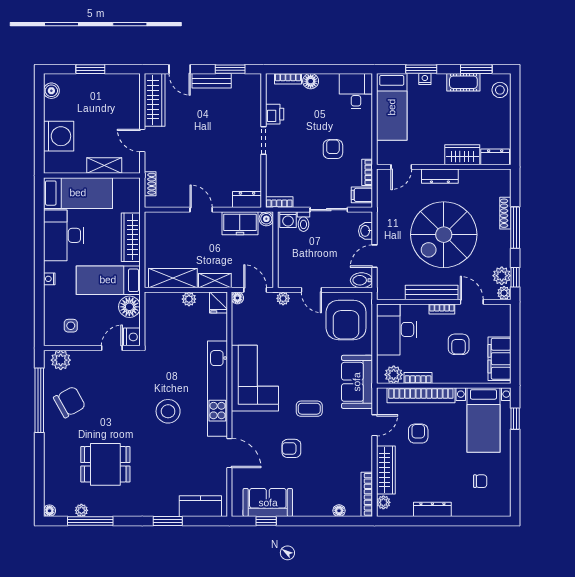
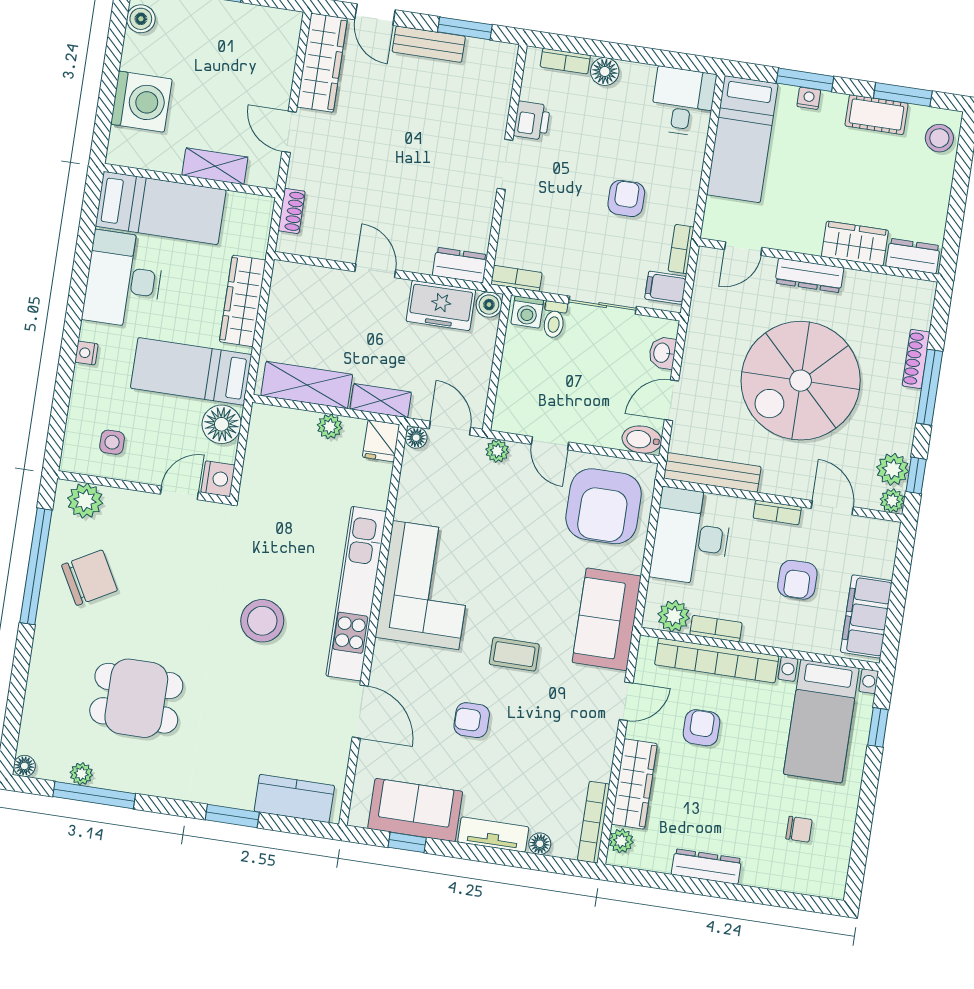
bench: (432, 292) -> (712, 472), moved
tv unit: (313, 510) -> (493, 835), added

